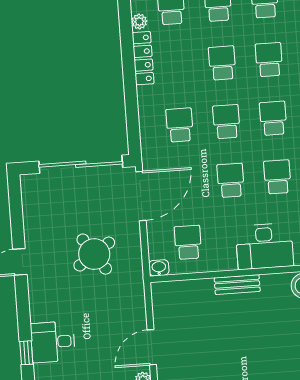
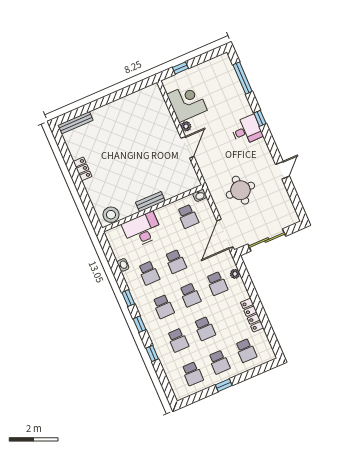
plant: (139, 22) -> (235, 274), moved
sliding door: (81, 164) -> (267, 240), width x0.73
round table: (94, 254) -> (240, 190), turned 34

